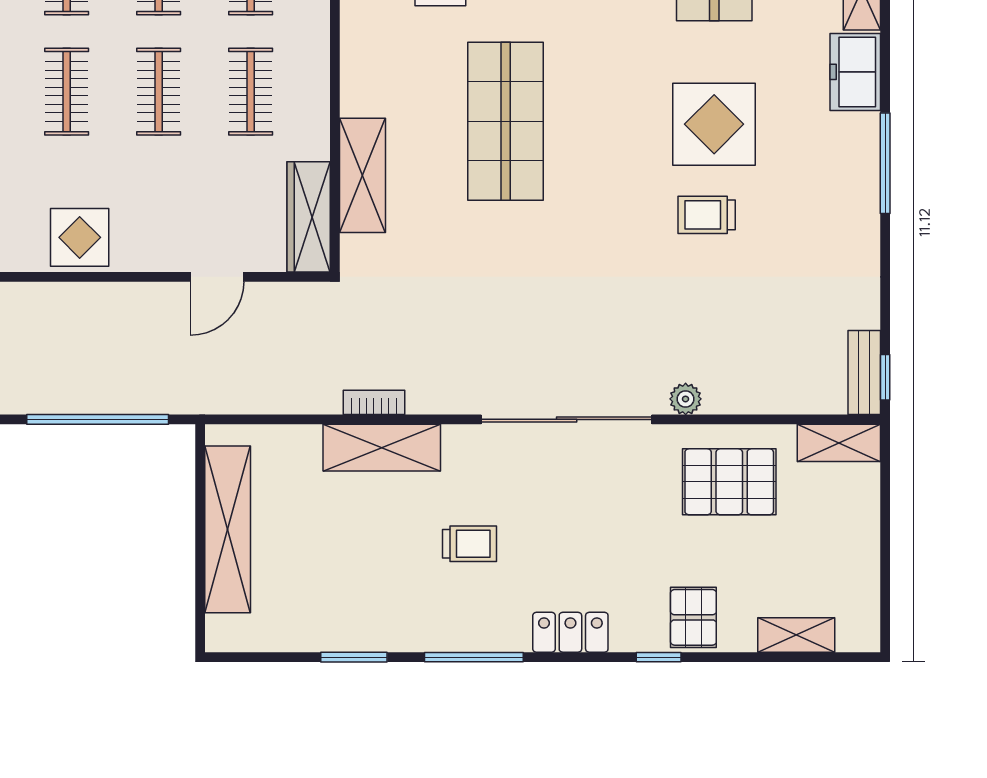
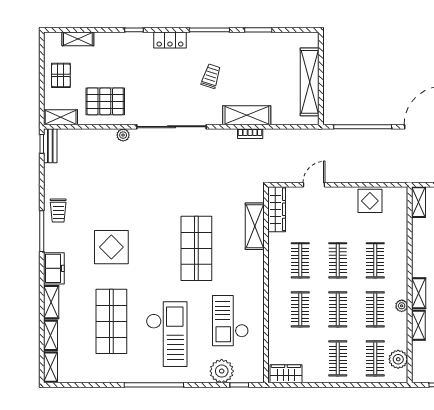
trolley: (707, 215) -> (58, 210), moved, turned 90
trolley: (469, 544) -> (211, 76), turned 108
pallet: (693, 617) -> (61, 75), moved

